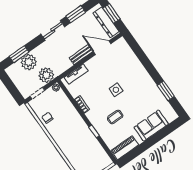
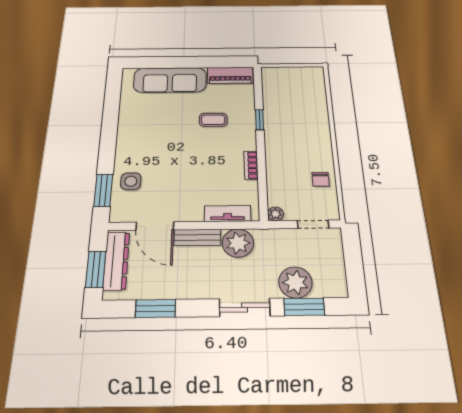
sliding door: (53, 30) -> (245, 307), moved
plant: (46, 75) -> (238, 243), moved
side table: (116, 90) -> (131, 181), moved
window: (166, 91) -> (103, 190), moved
sofa: (151, 126) -> (170, 80), width x1.36

